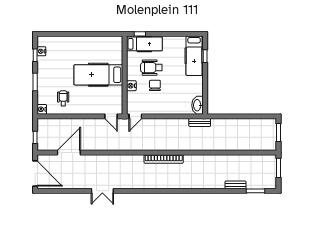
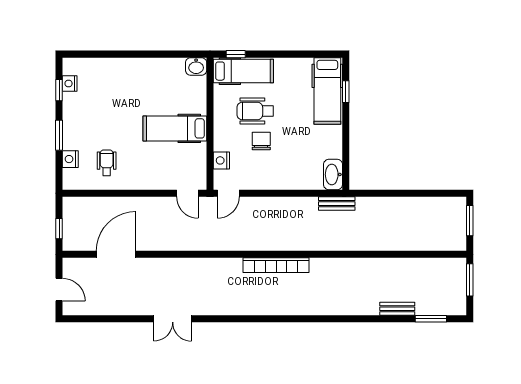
washbasin: (116, 41) -> (196, 66), added
hospital bed: (98, 75) -> (175, 128), width x0.73, depth x0.78
nightstand: (131, 86) -> (221, 160), moved
nightstand: (42, 109) -> (70, 159), moved
door: (35, 173) -> (59, 290), width x0.53

